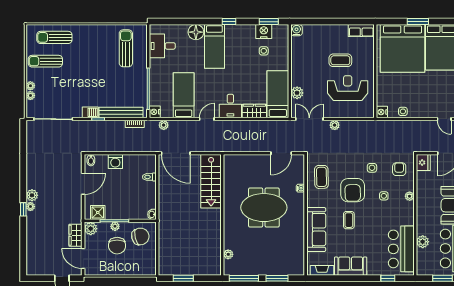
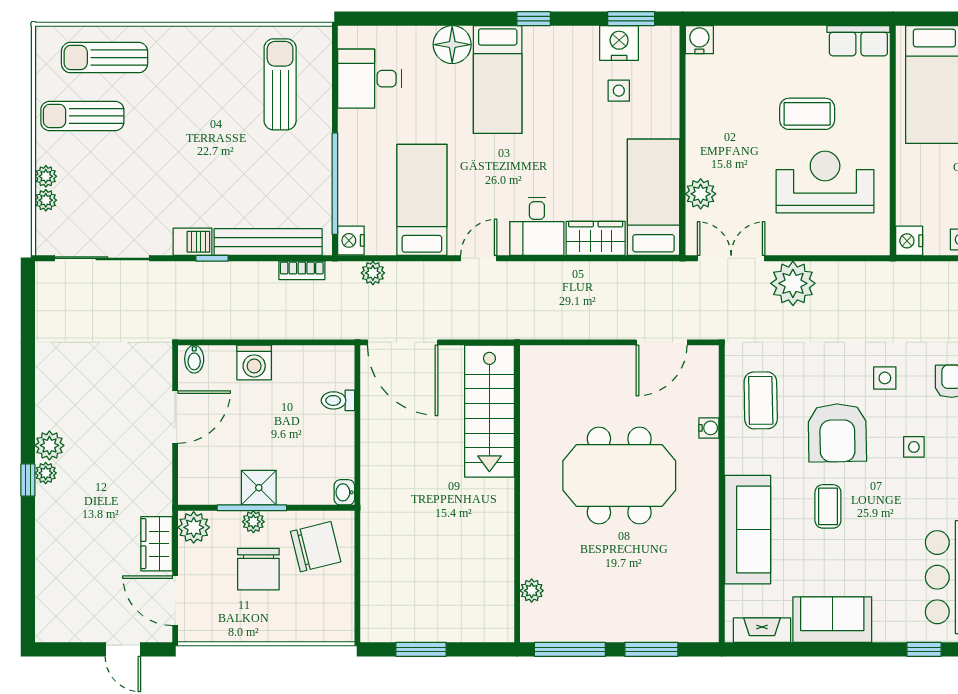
plant: (335, 125) -> (793, 283), width x1.88, depth x1.88
shower: (98, 212) -> (259, 488), moved

